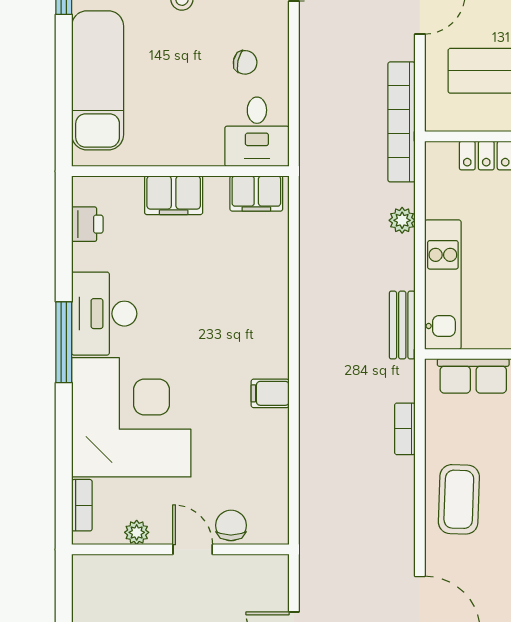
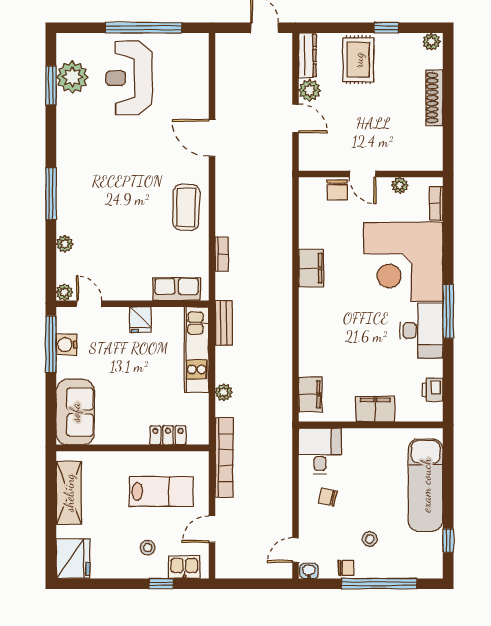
filing cabinet: (256, 193) -> (310, 394), moved, turned 90
filing cabinet: (270, 393) -> (311, 268), width x2.00

